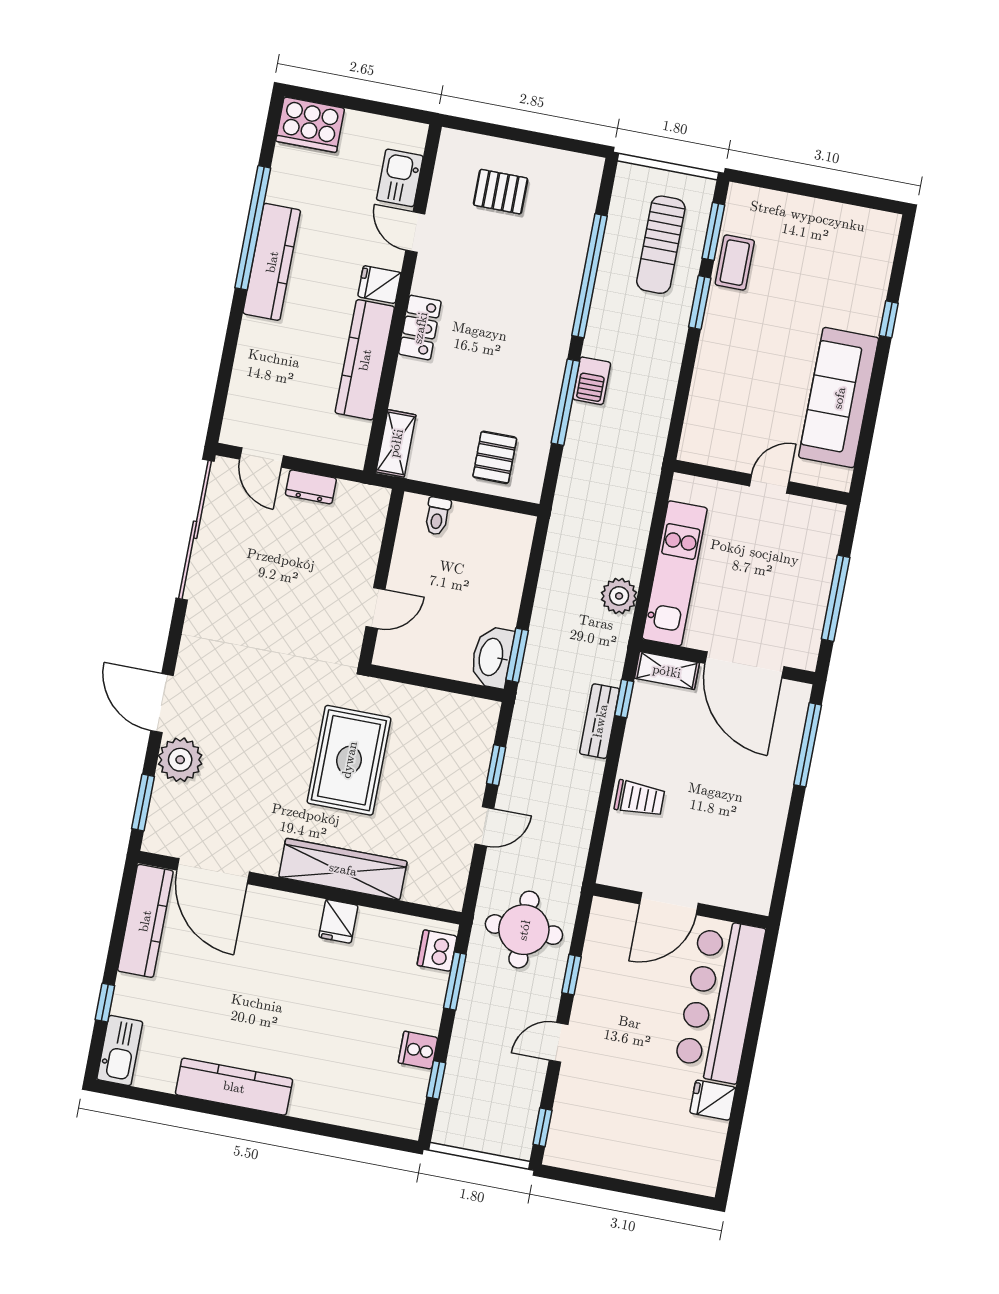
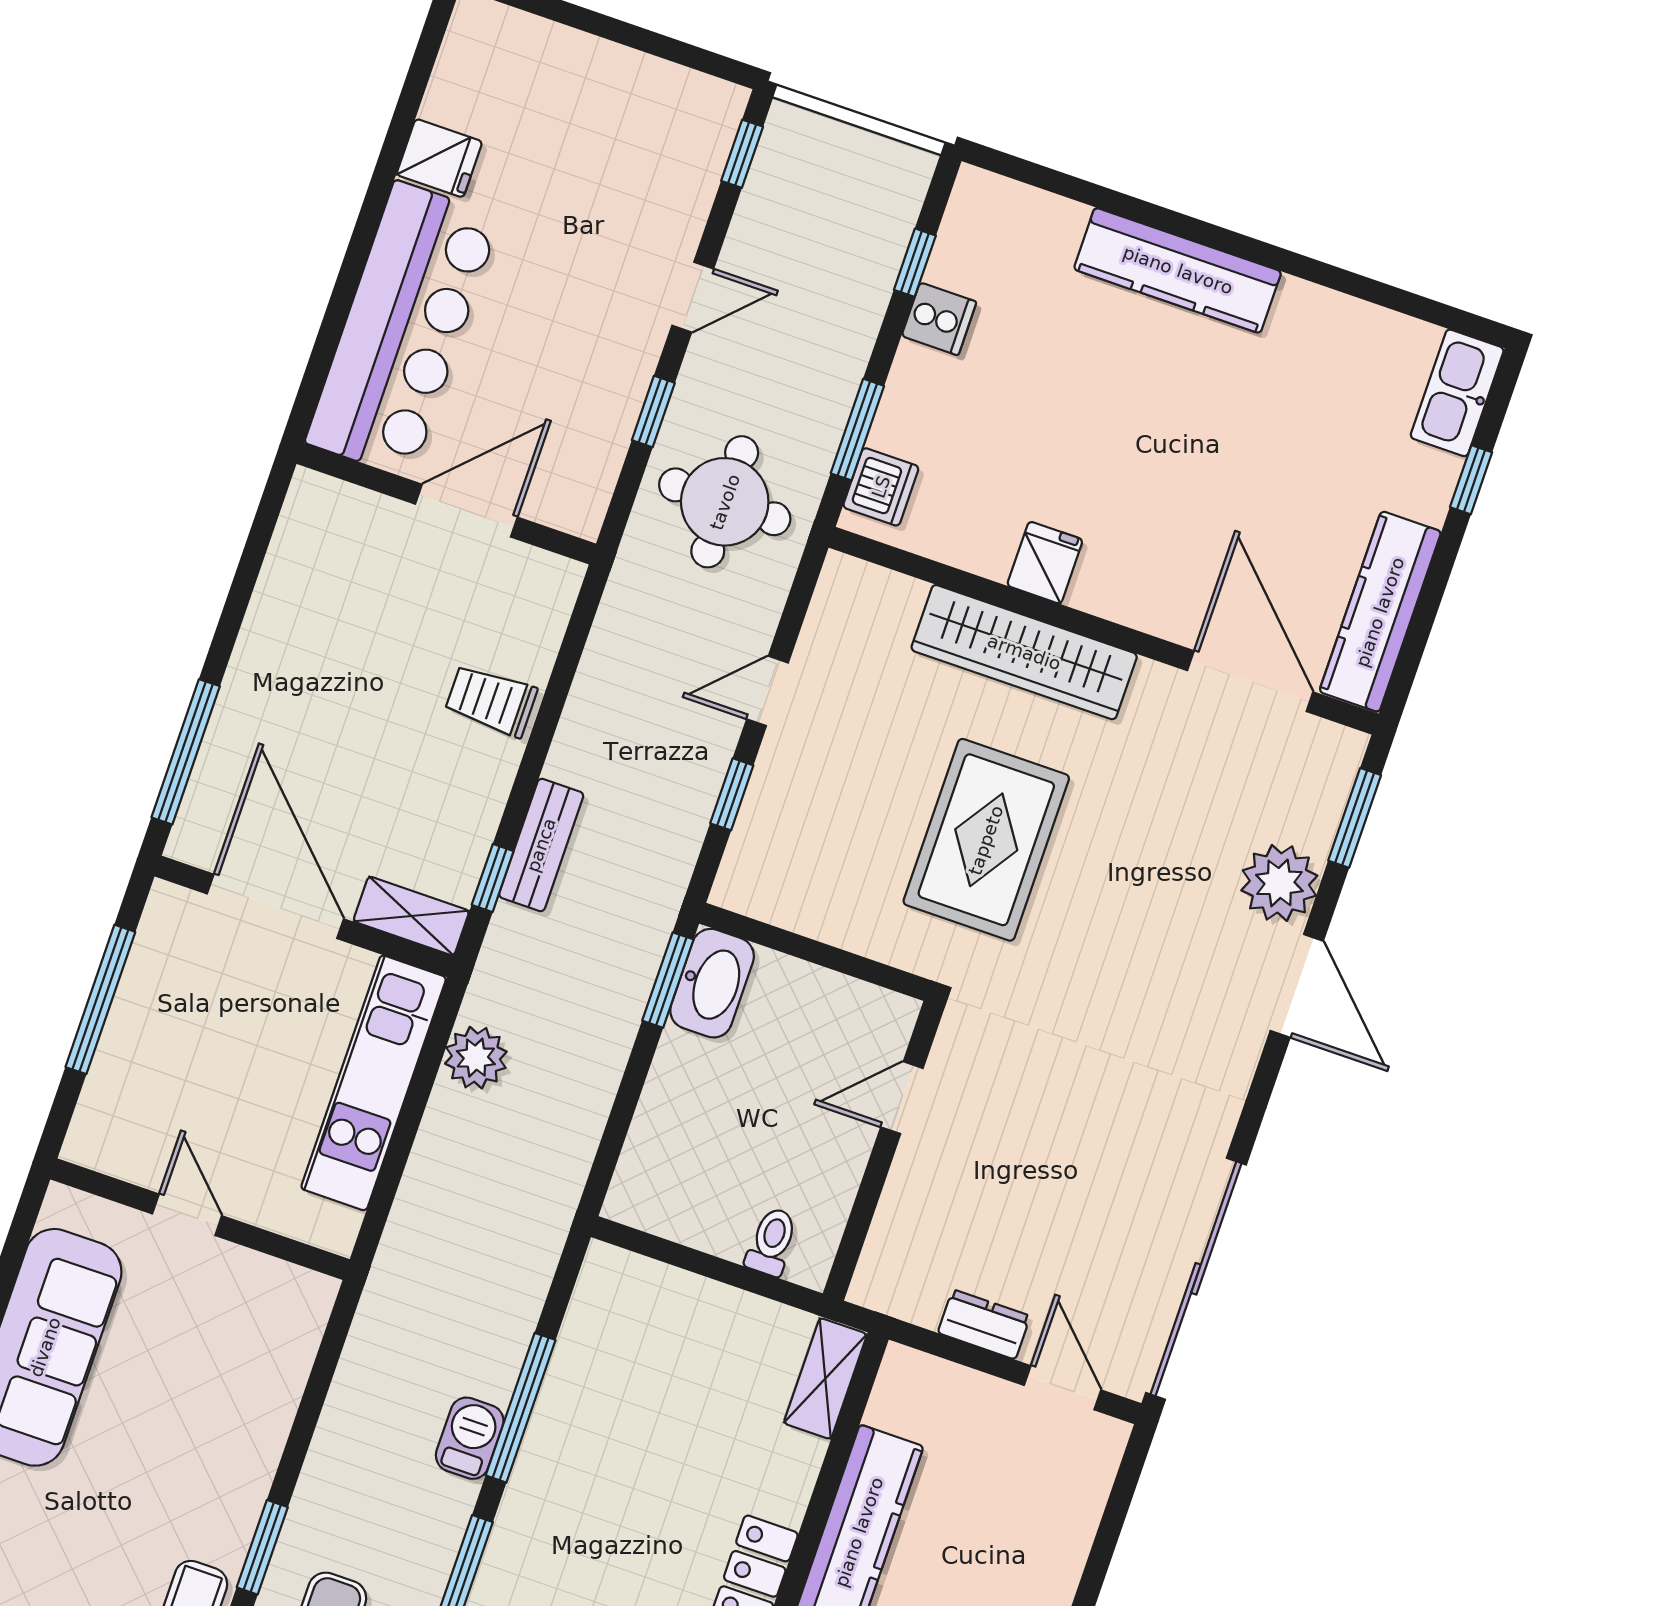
pallet: (495, 457) -> (657, 1329), removed
door: (769, 484) -> (187, 1215), swing flipped
kitchen counter: (234, 1087) -> (1178, 270), moved

